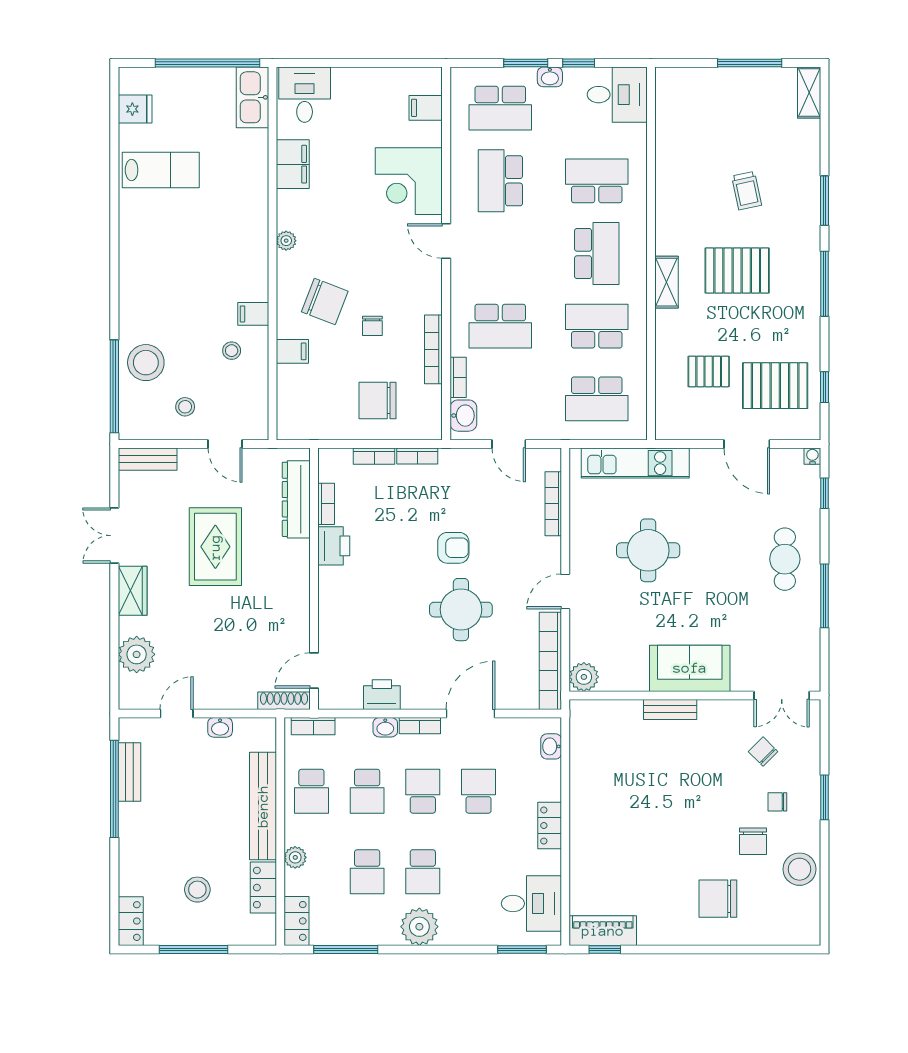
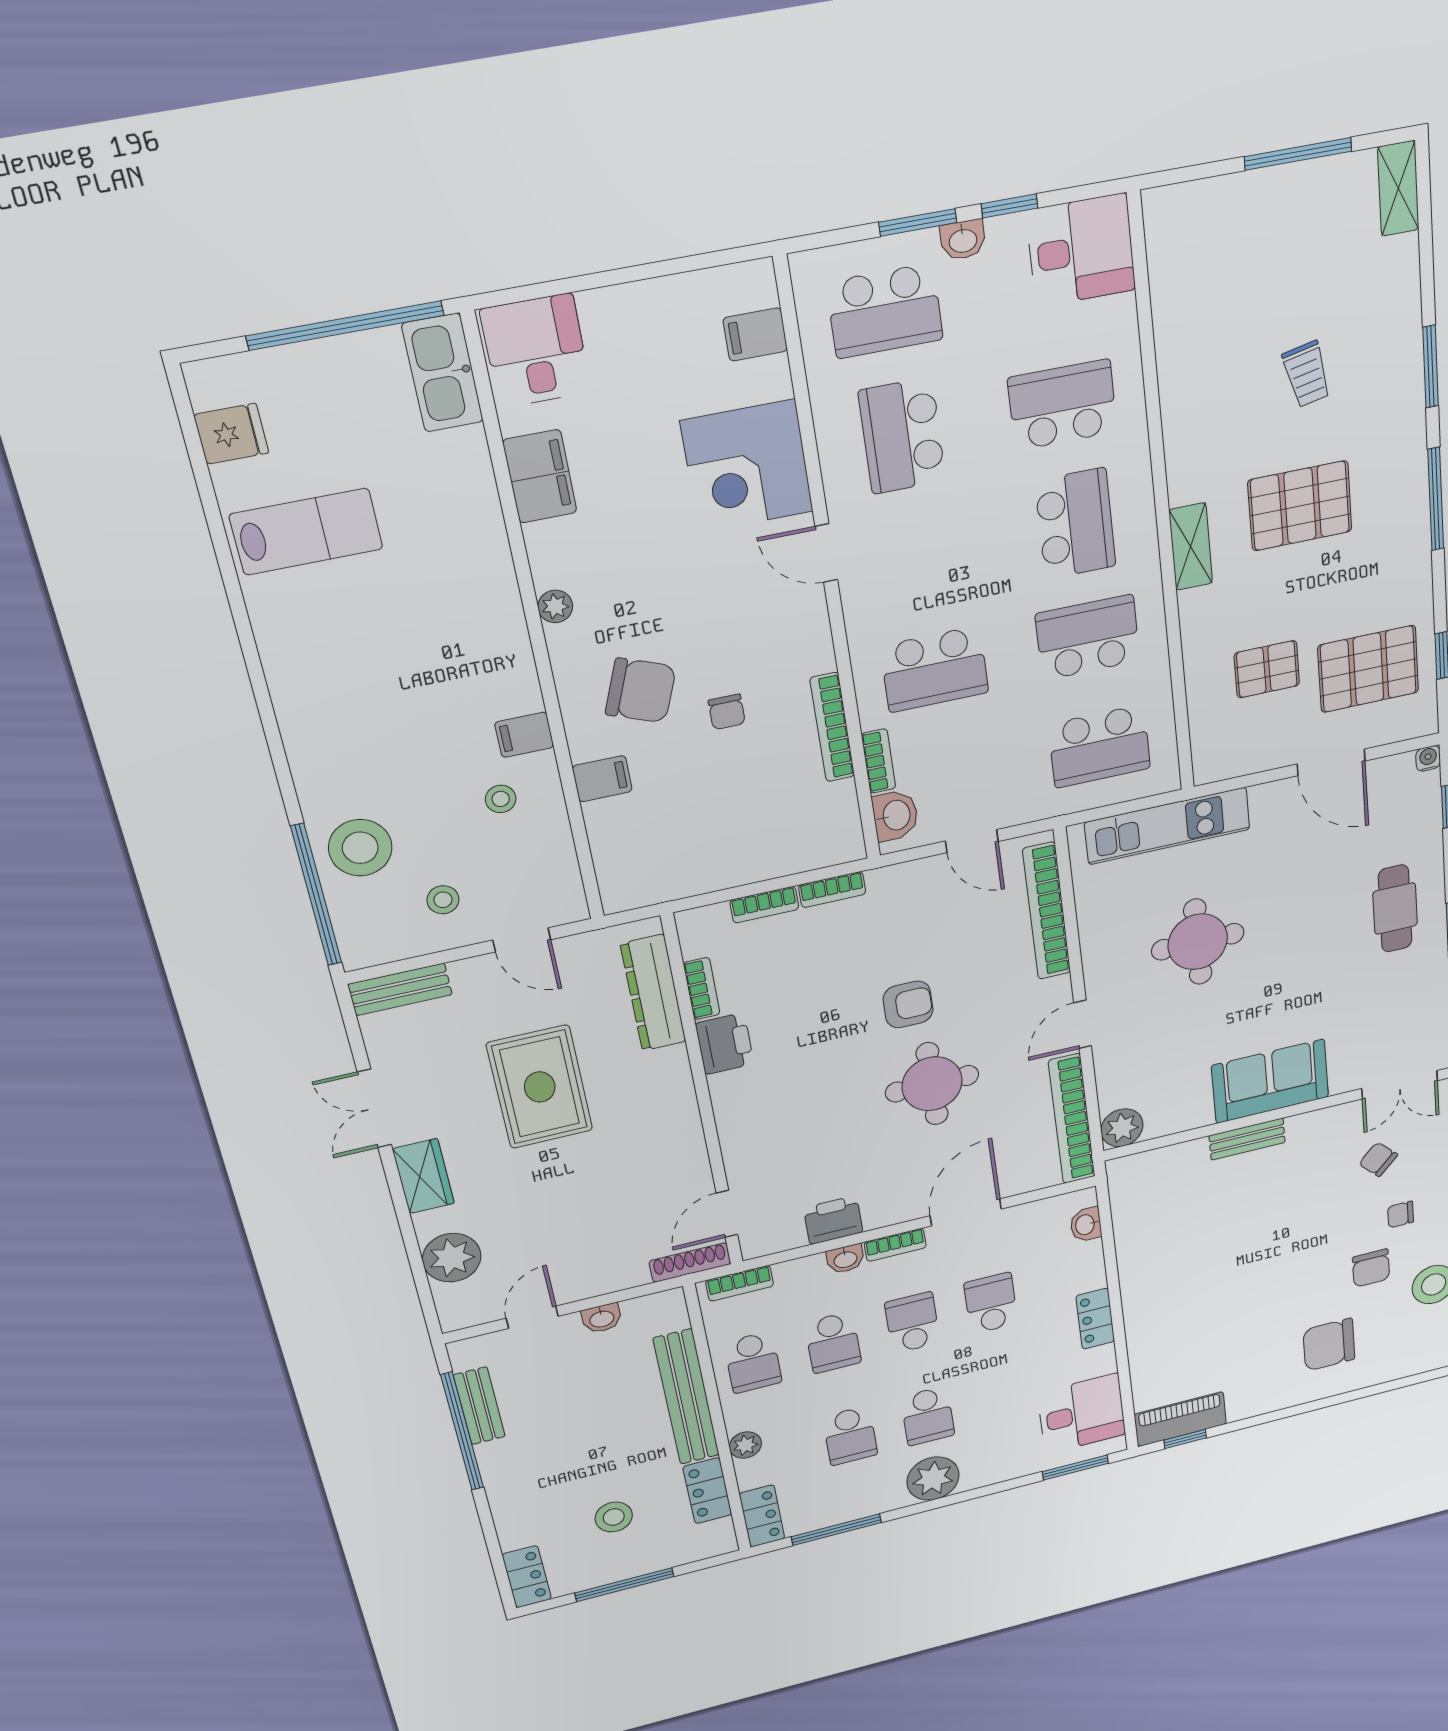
chair: (378, 401) -> (755, 823), removed
bookcase: (553, 504) -> (1047, 911), width x1.48, depth x1.31

